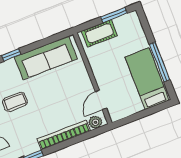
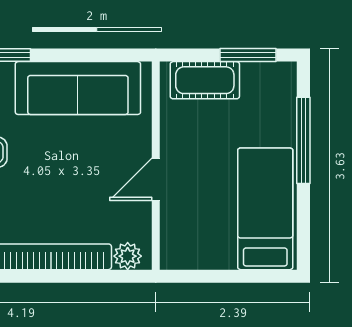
window: (160, 62) -> (303, 140), moved
door: (101, 100) -> (156, 179), moved

